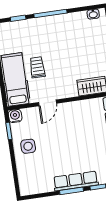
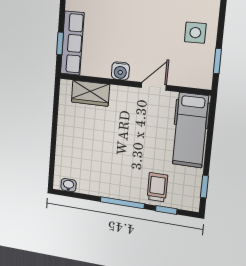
trolley: (37, 67) -> (157, 187), moved, turned 180
water cooler: (15, 116) -> (120, 71), moved

